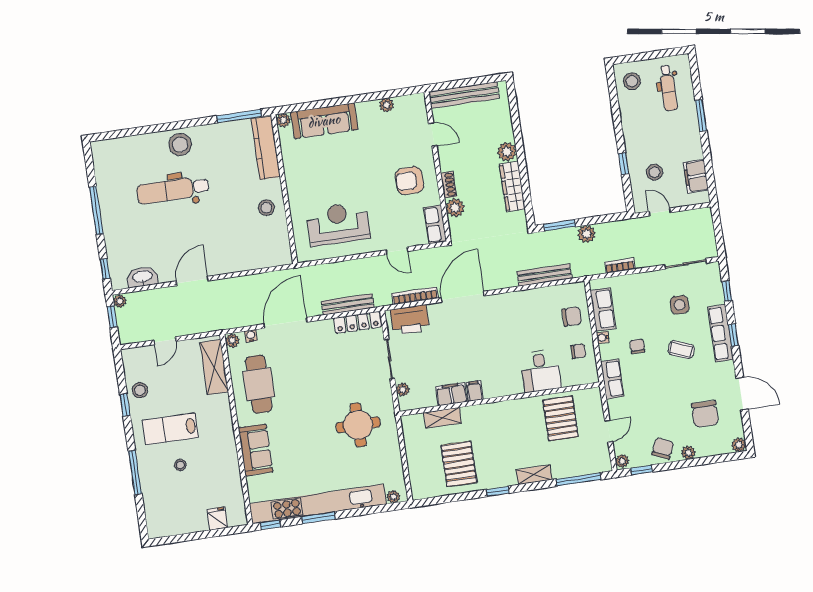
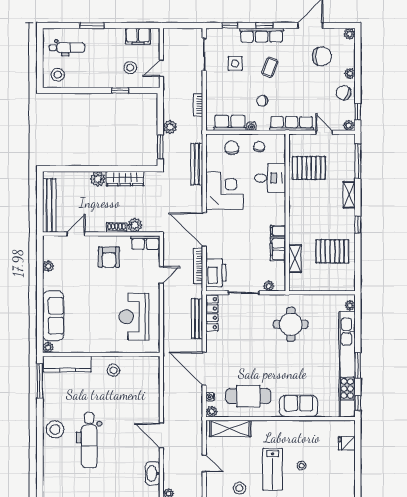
corner desk: (516, 315) -> (224, 190), added
row of seats: (612, 379) -> (292, 124), width x1.48

